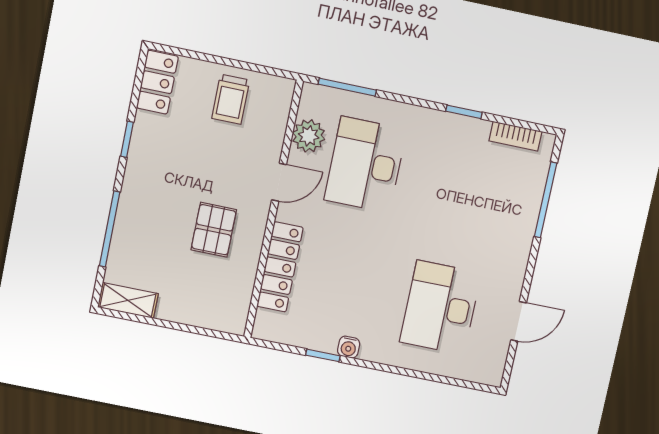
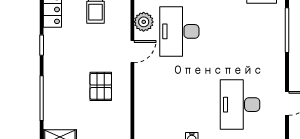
locker: (280, 267) -> (143, 100), removed

